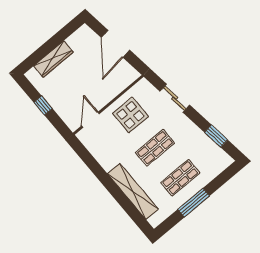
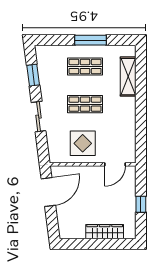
door: (115, 44) -> (48, 192), moved
sliding door: (175, 98) -> (39, 117), moved
shelving: (133, 191) -> (128, 77), width x0.68

